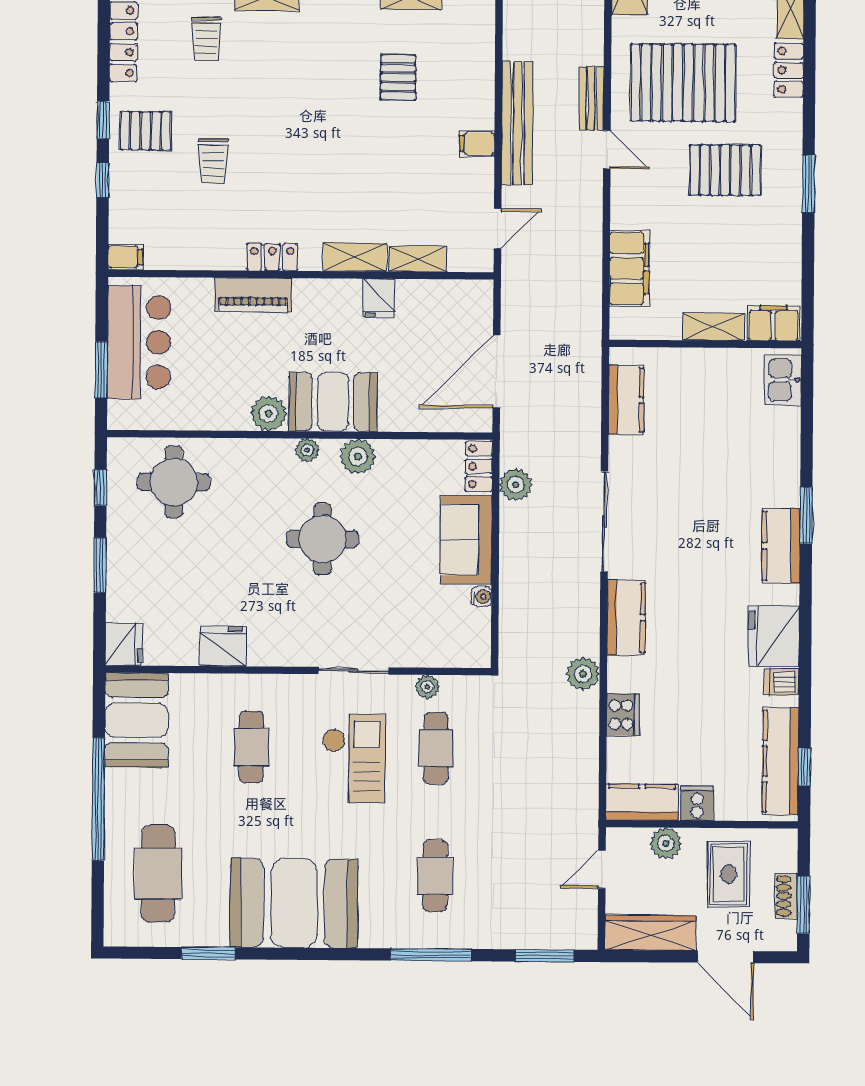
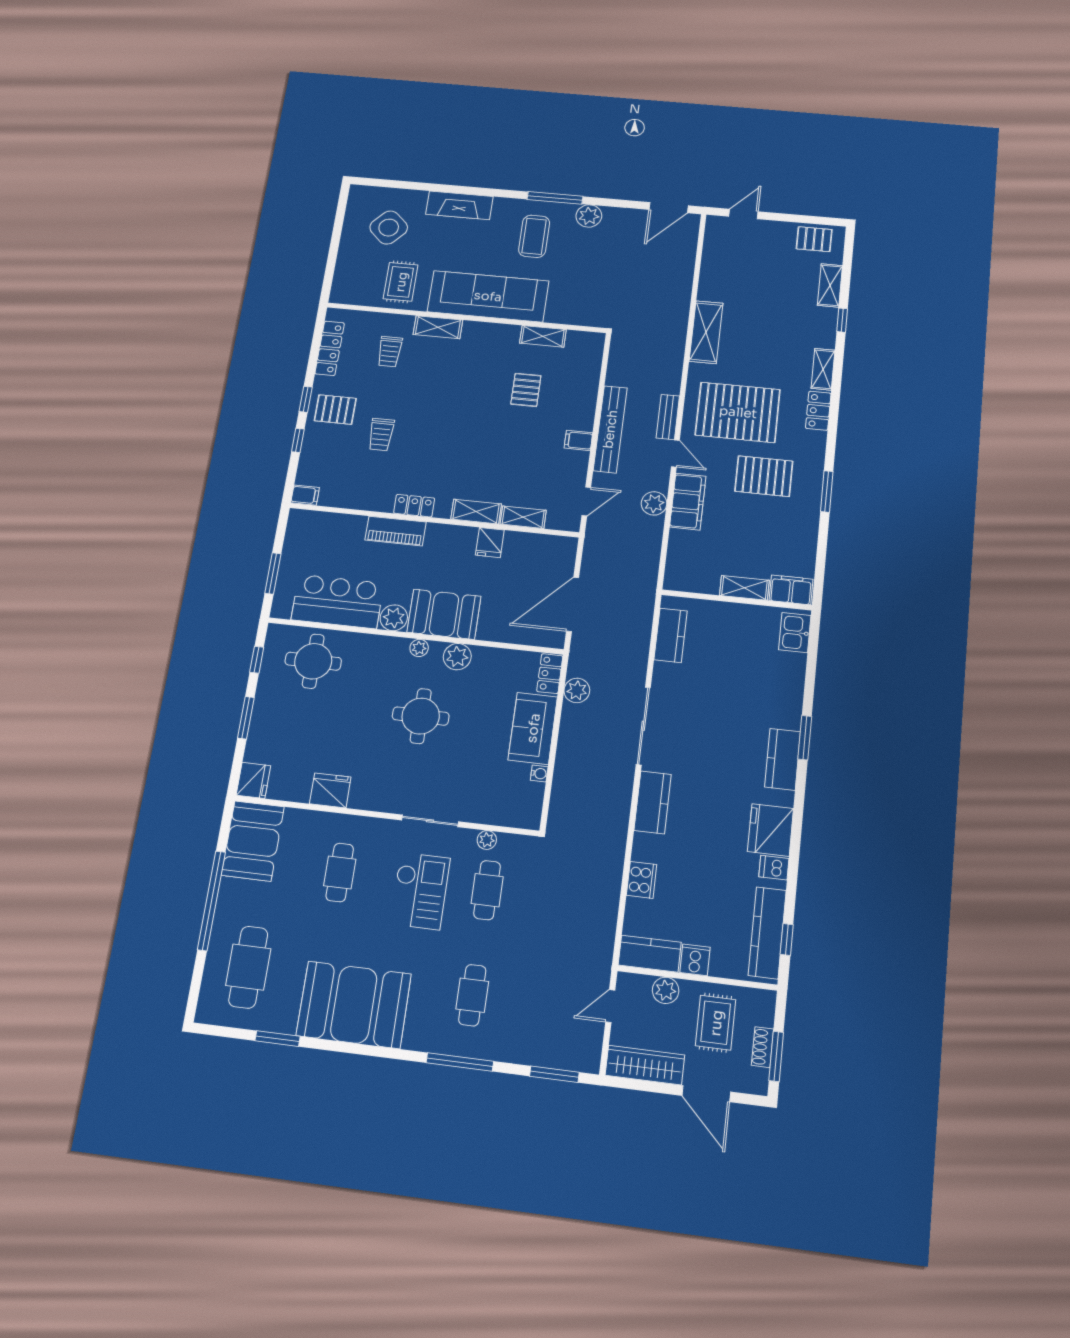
filing cabinet: (629, 268) -> (688, 502), moved
bar counter: (139, 342) -> (338, 601), moved, turned -90
plant: (583, 674) -> (654, 503), moved

